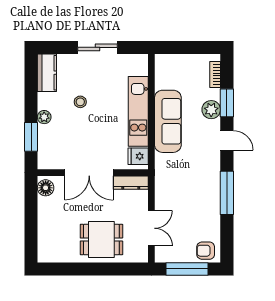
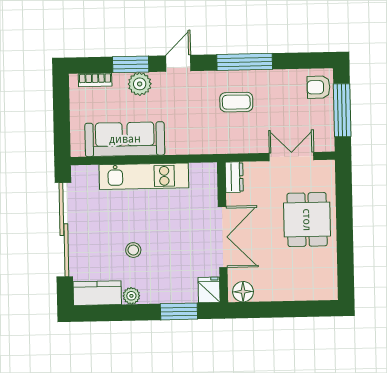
sliding door: (97, 47) -> (64, 230), width x1.86
plant: (44, 117) -> (131, 296), moved
sofa: (168, 121) -> (125, 139), moved
fridge: (138, 156) -> (209, 290), moved, turned 180
dresser: (131, 183) -> (234, 177), width x0.70
coffee table: (195, 186) -> (236, 102), added
armchair: (206, 251) -> (318, 87), turned 90

